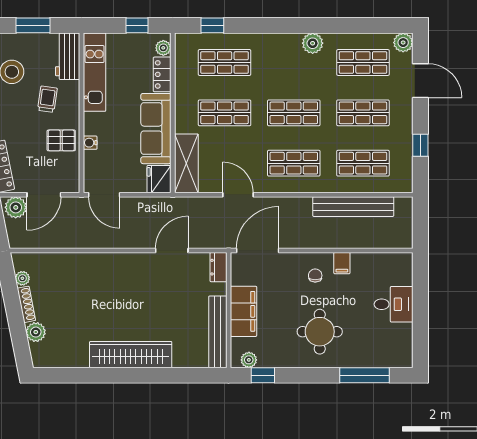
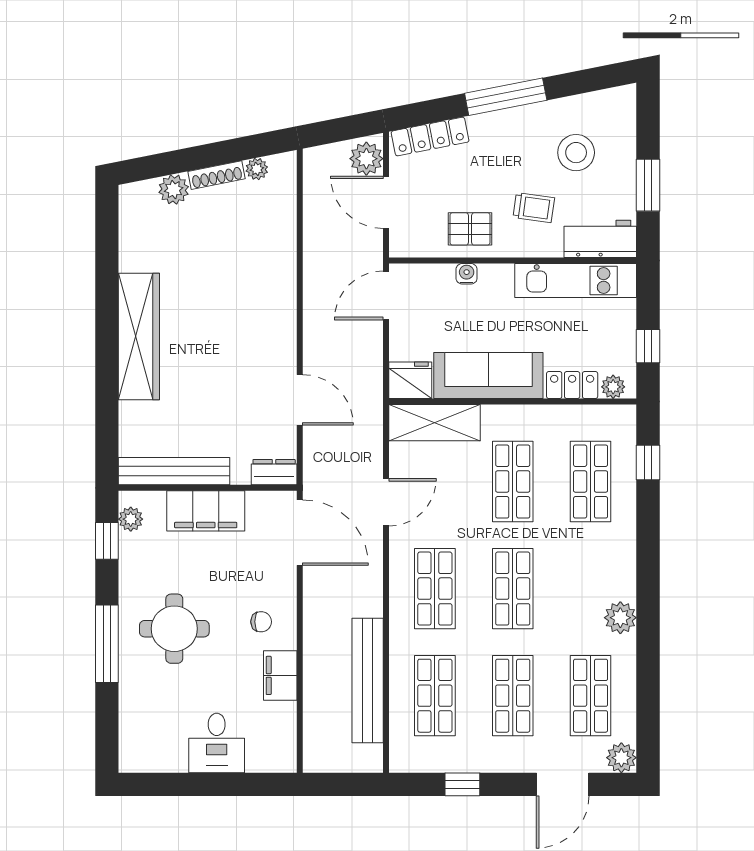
pallet: (61, 140) -> (470, 229), turned 90
filing cabinet: (342, 263) -> (280, 675), width x2.00
window: (365, 375) -> (107, 644), moved

